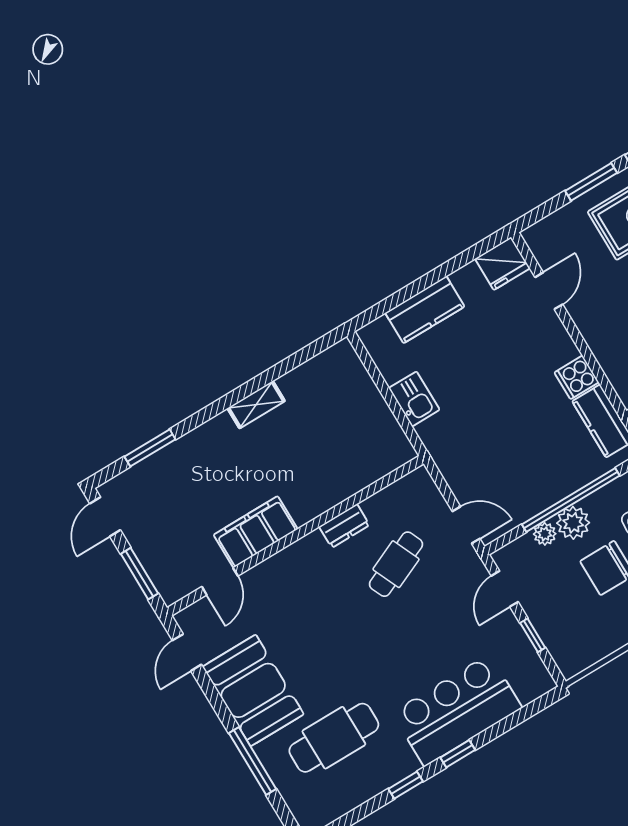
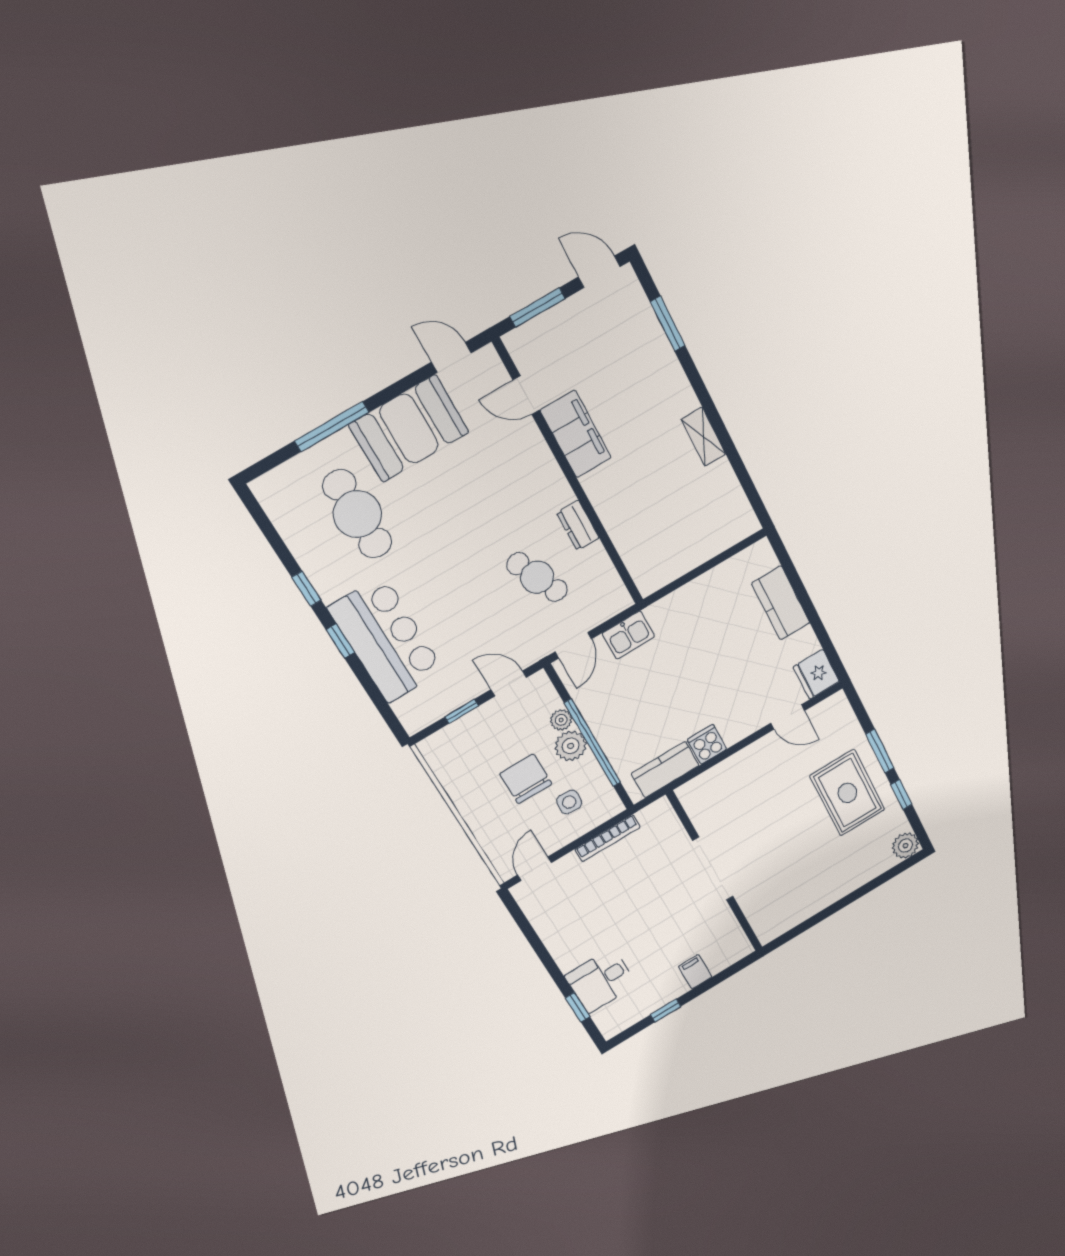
kitchen sink: (414, 399) -> (628, 635), moved

